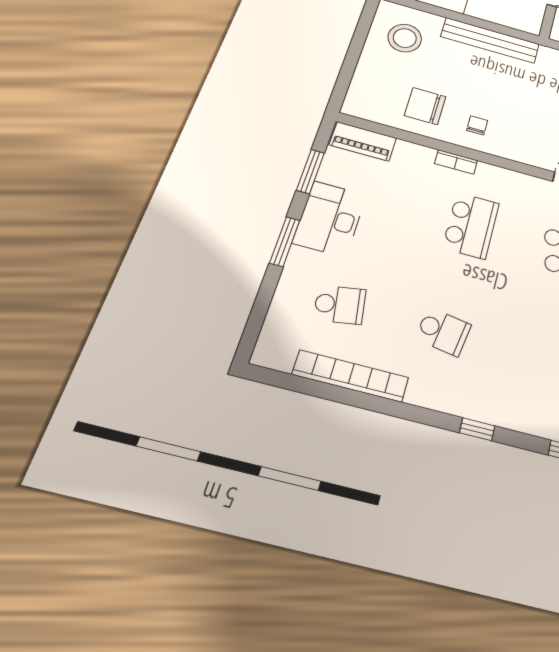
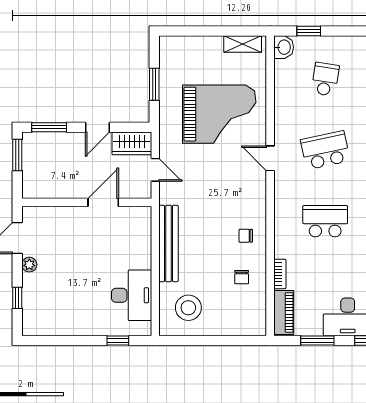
chair: (425, 106) -> (242, 277), width x0.54, depth x0.54
bookcase: (456, 162) -> (280, 274), moved

